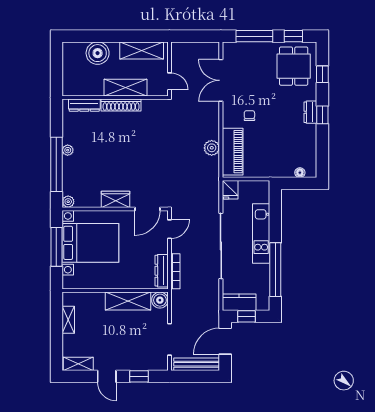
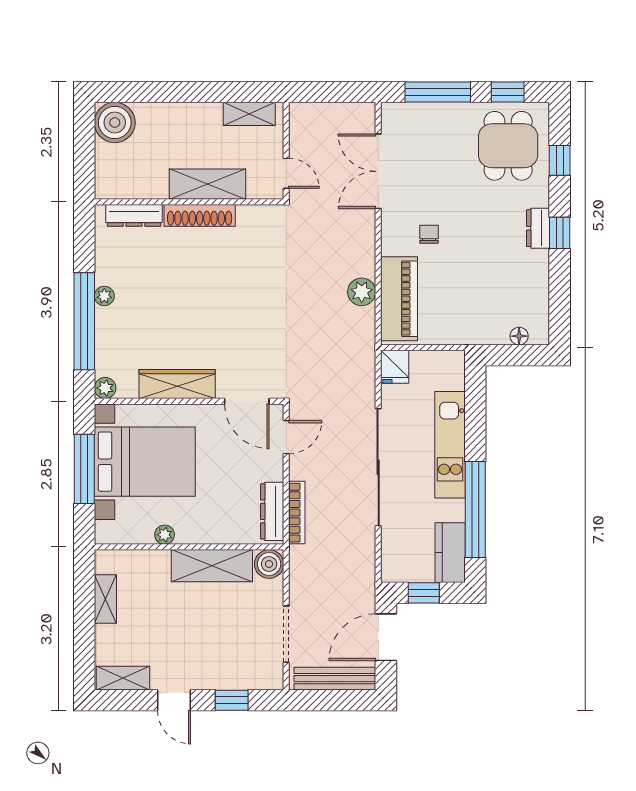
shelving: (142, 50) -> (249, 114), width x0.67, depth x0.75
boiler: (98, 53) -> (115, 123), moved
wardrobe: (116, 199) -> (177, 384), width x1.50
door: (147, 209) -> (247, 401), hinge flipped
plant: (101, 284) -> (165, 535), added
kitchen counter: (239, 302) -> (450, 553), moved, turned -90

